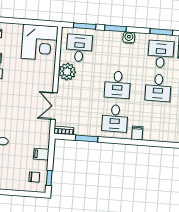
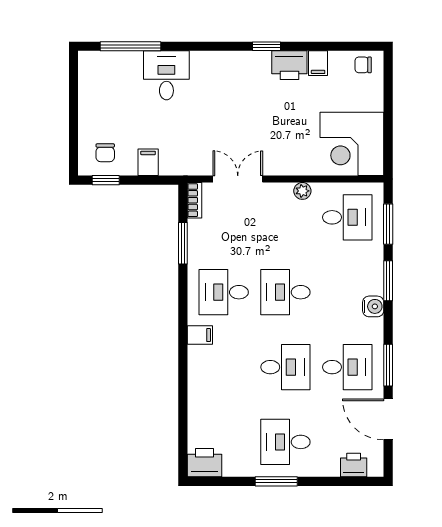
plant: (67, 72) -> (302, 191), width x0.53, depth x0.53
desk: (158, 88) -> (285, 367), turned 180

